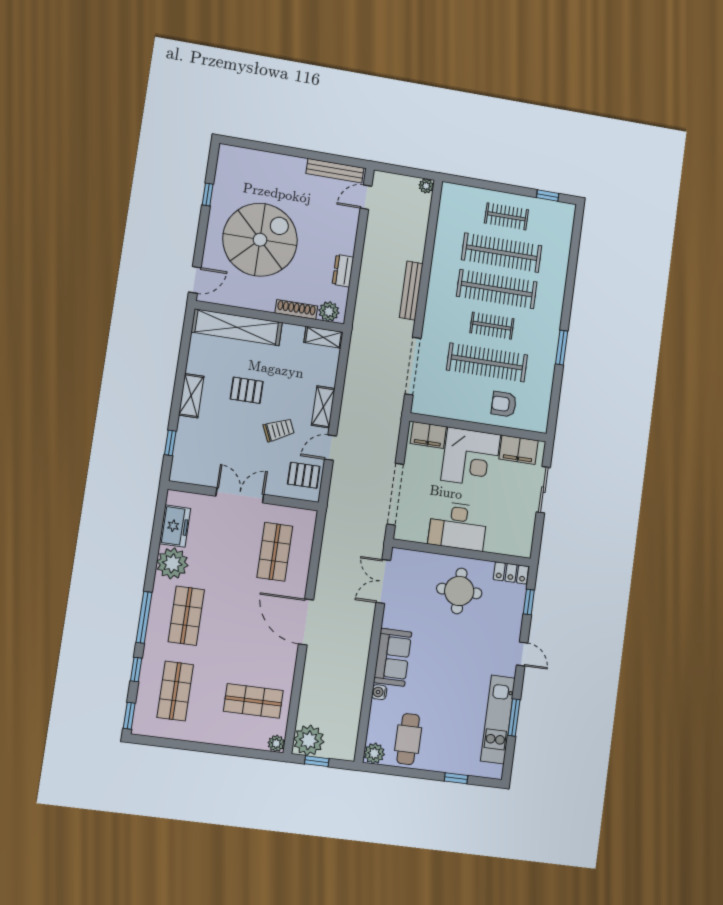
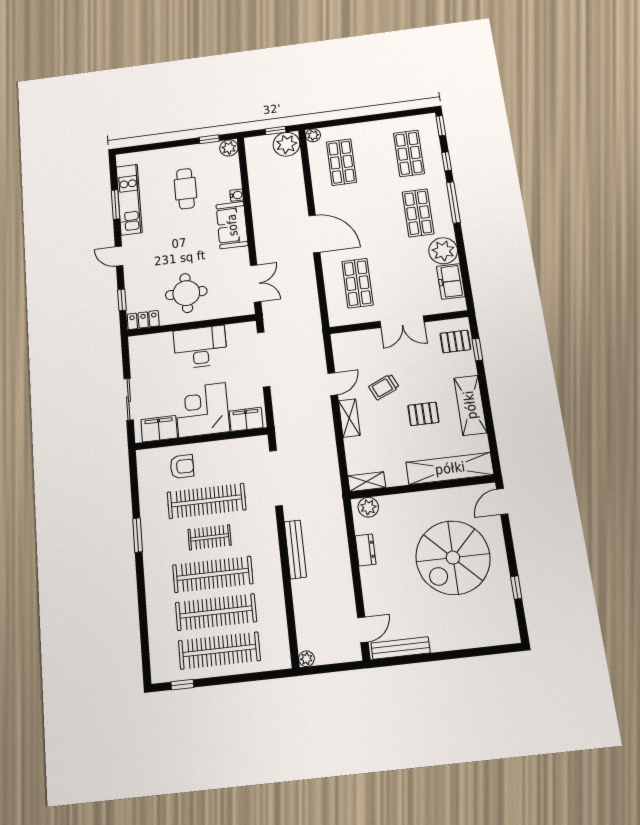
clothes rail: (506, 216) -> (219, 651), width x1.86, depth x1.31
shoe rack: (296, 310) -> (399, 500), removed
shelving: (191, 396) -> (470, 405), width x1.50, depth x1.33
pallet: (304, 475) -> (455, 341), moved
shop shelf: (253, 701) -> (341, 162), turned 90
cafe table: (408, 739) -> (185, 189), moved
window: (456, 778) -> (209, 139), moved

